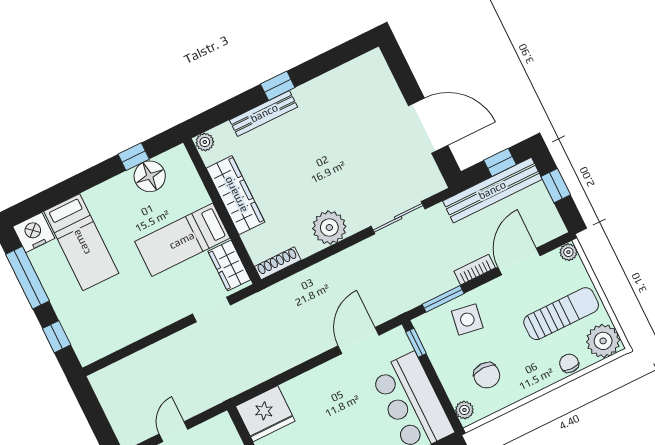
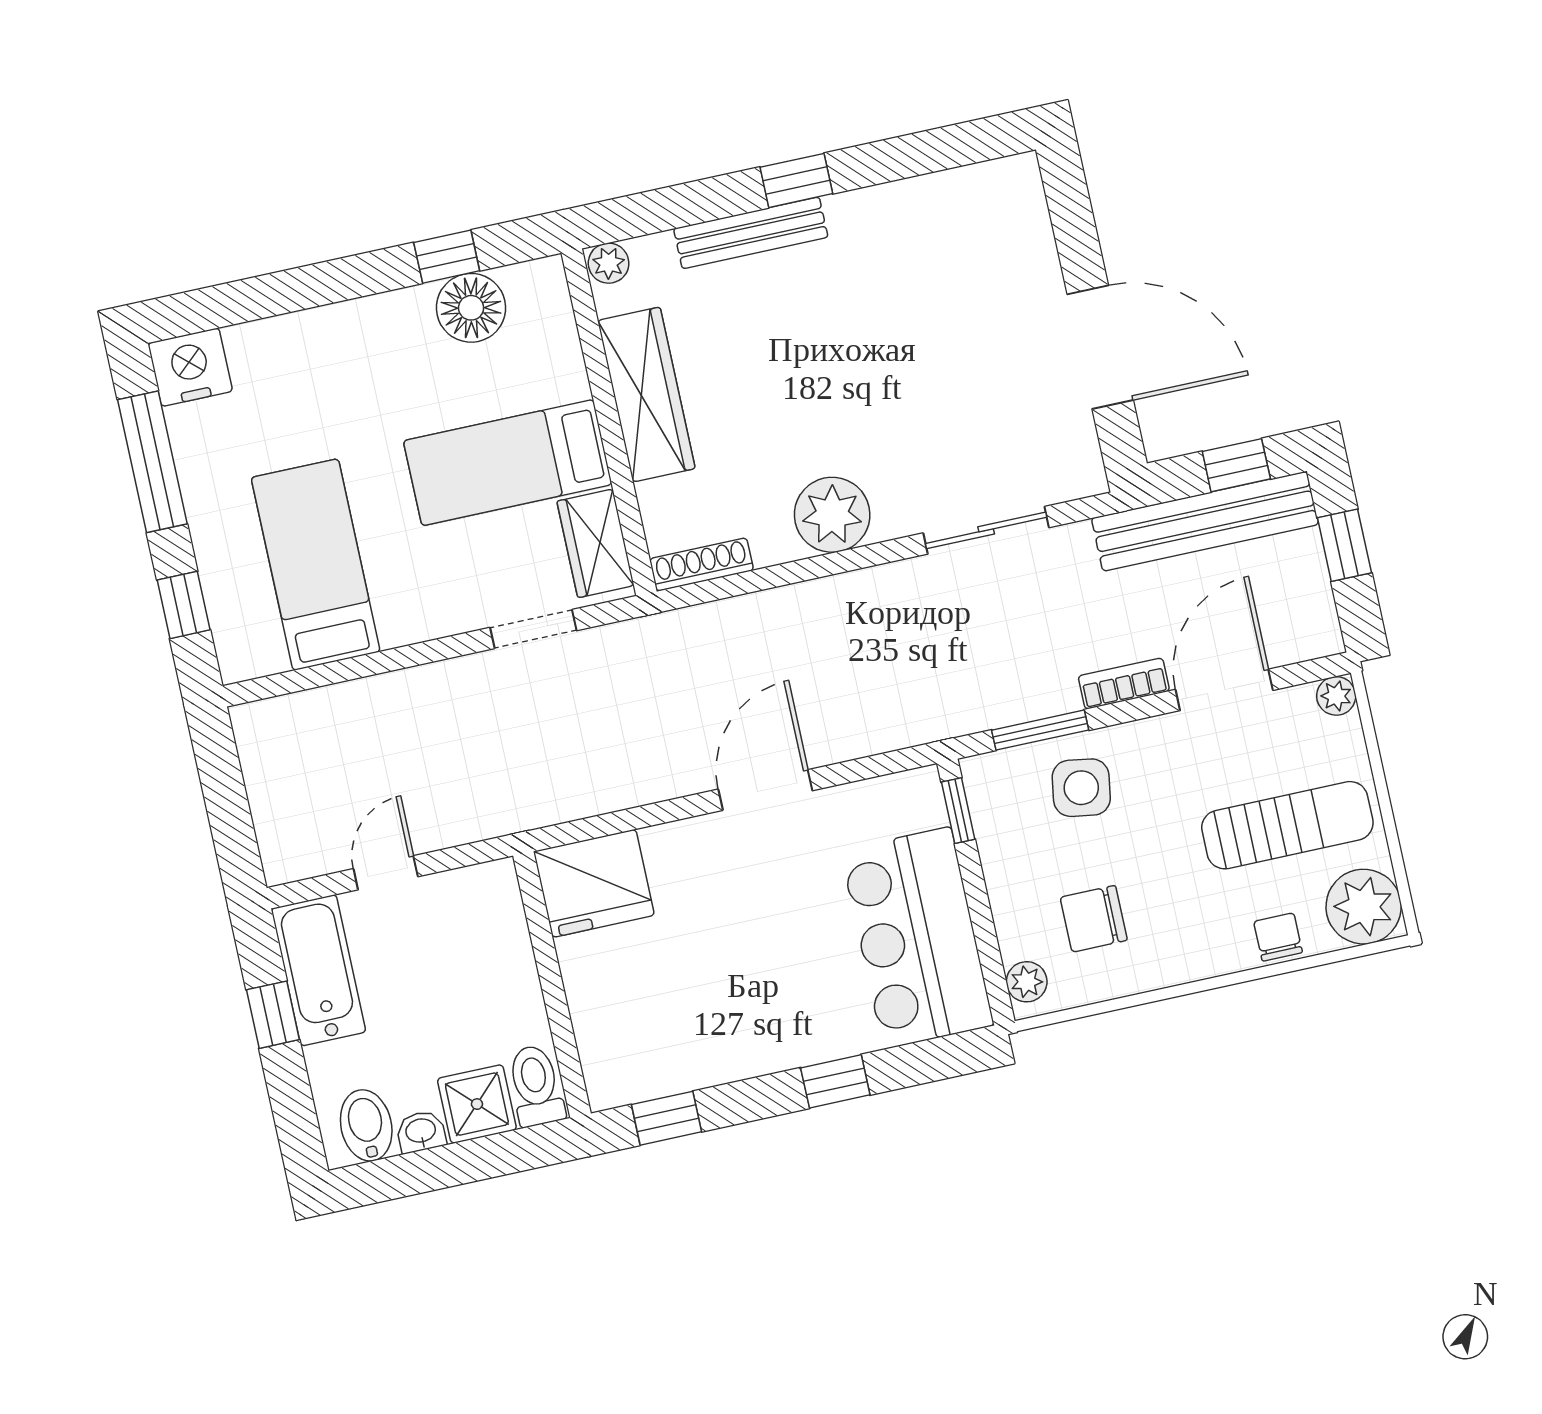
bed: (81, 242) -> (316, 565), moved, turned 180
door: (358, 341) -> (765, 790), moved
chair: (487, 375) -> (1094, 919), turned 90

